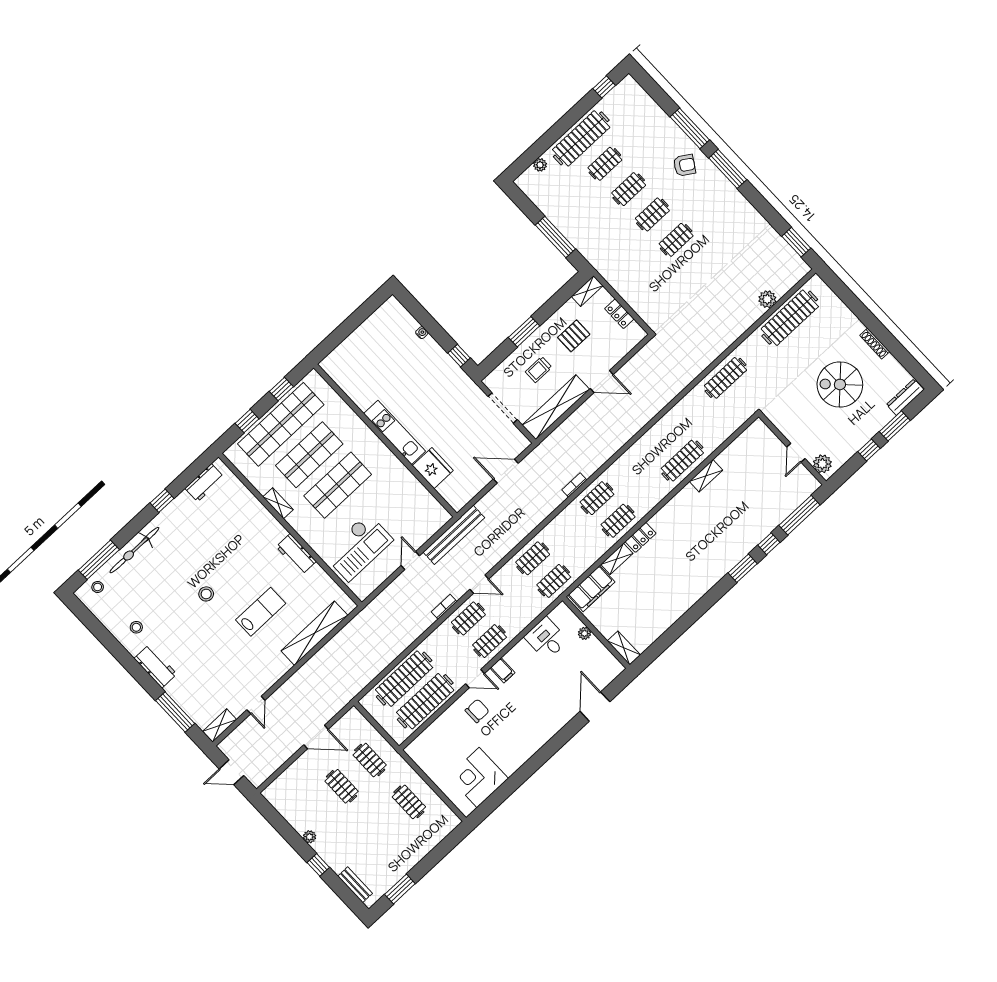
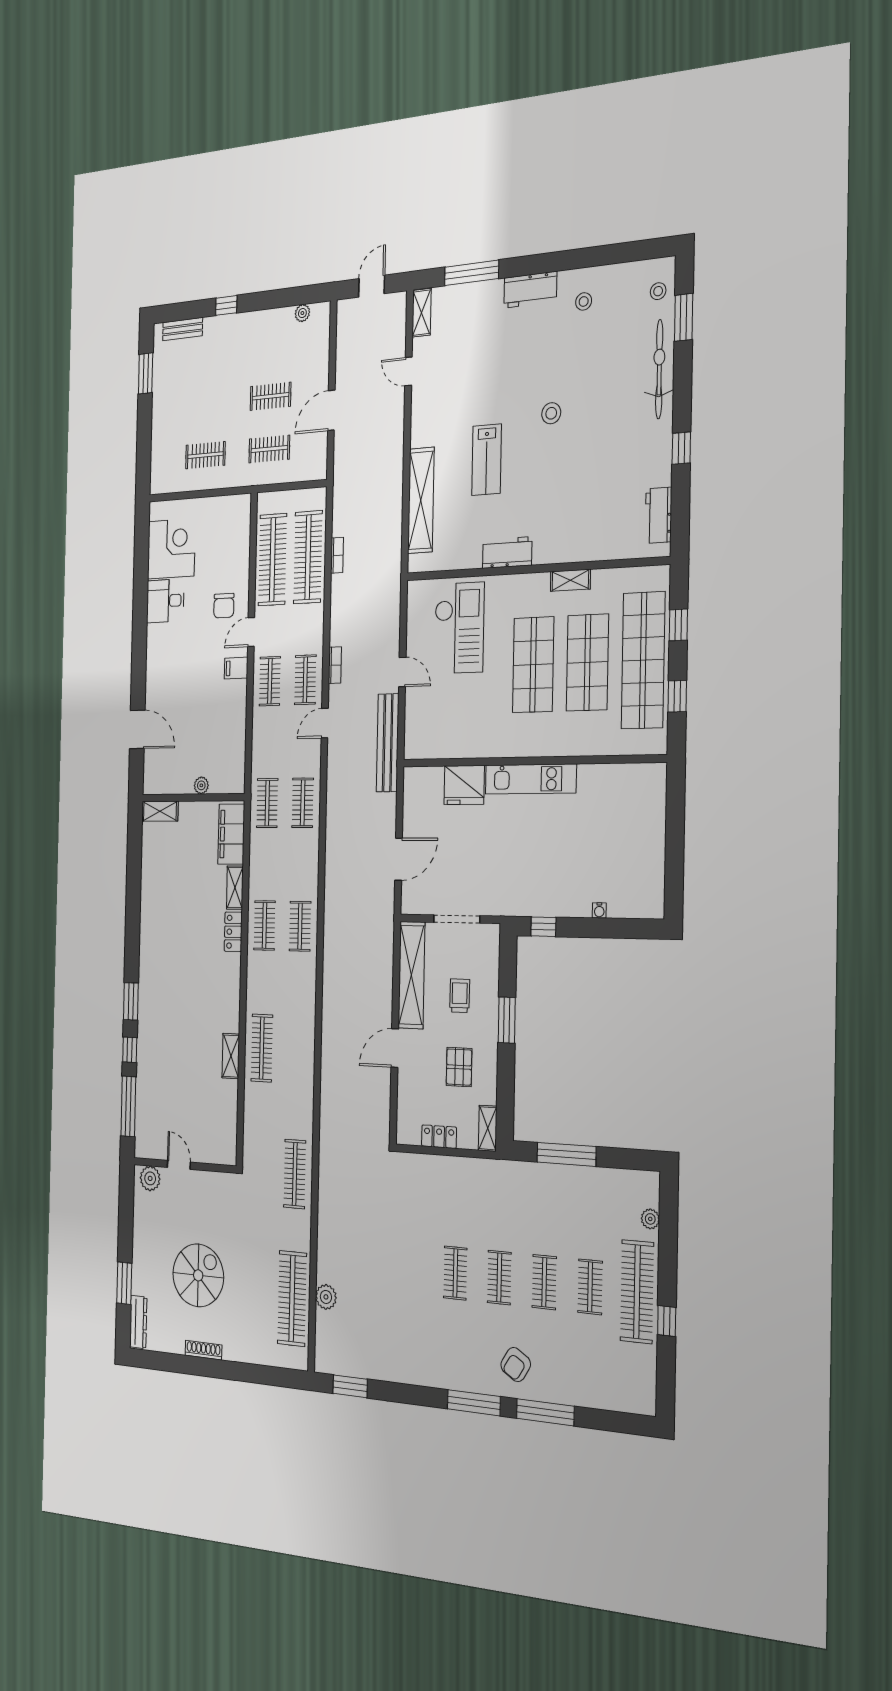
window: (604, 87) -> (667, 1321), moved
window: (869, 450) -> (125, 1235), removed
bookcase: (574, 485) -> (337, 555), moved
checkout: (358, 547) -> (459, 628), turned 180
window: (99, 560) -> (684, 317), width x0.69
desk: (546, 639) -> (165, 601), moved, turned 180
plant: (310, 837) -> (302, 313), moved

